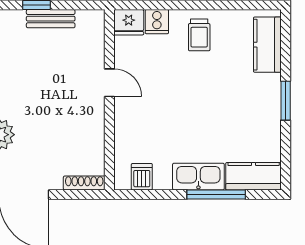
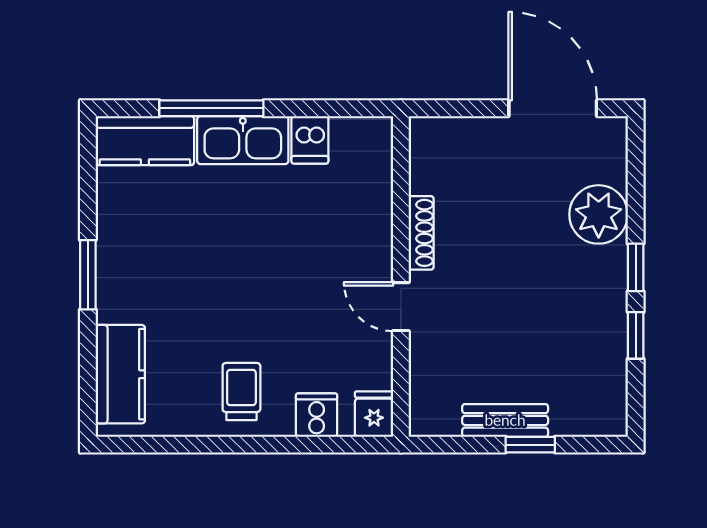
fridge: (129, 22) -> (374, 414), width x0.72
dishwasher: (142, 177) -> (310, 140), moved
shoe rack: (84, 183) -> (421, 233), moved, turned -90

